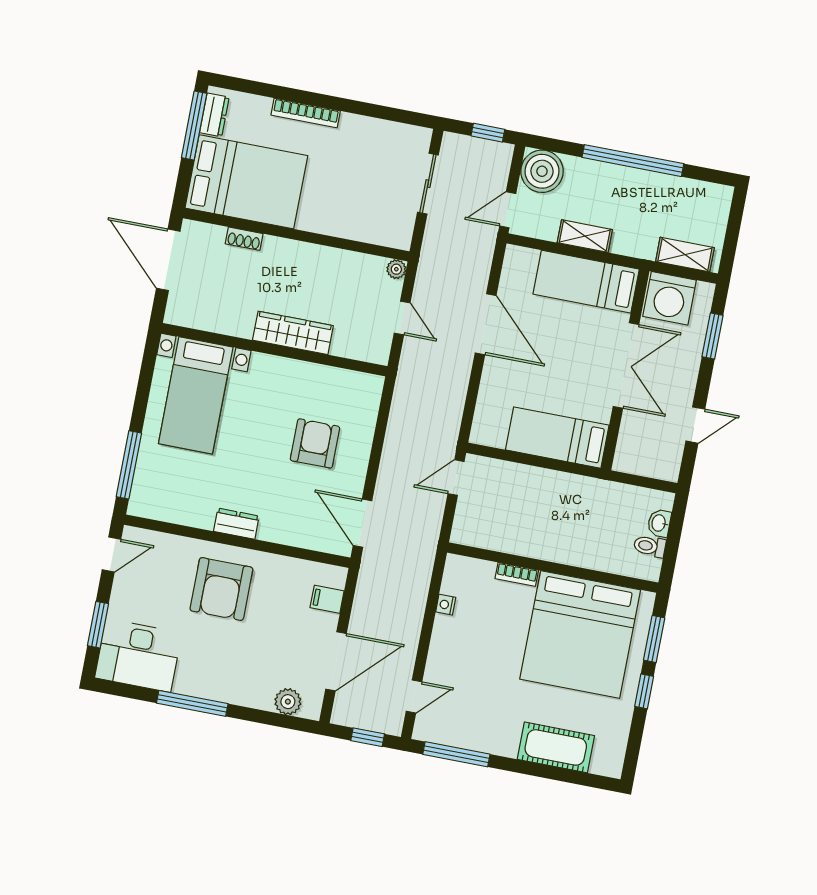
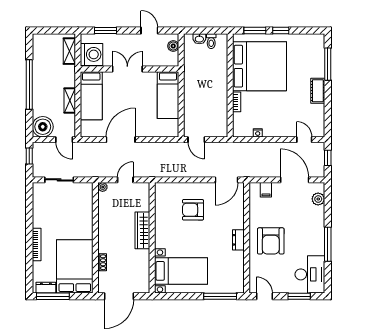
double door: (626, 366) -> (127, 69), width x0.73
boiler: (655, 467) -> (173, 46), added
armchair: (221, 589) -> (271, 241), turned 90
cot: (556, 747) -> (318, 91), moved, width x0.73, depth x0.75
window: (456, 754) -> (328, 64), moved

